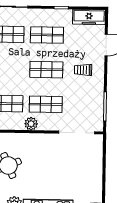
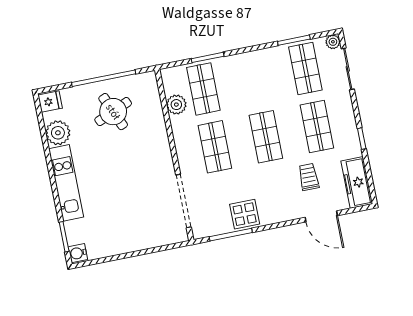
trolley: (83, 70) -> (309, 177), moved
display table: (94, 94) -> (245, 214), added
plant: (31, 124) -> (176, 105), moved

